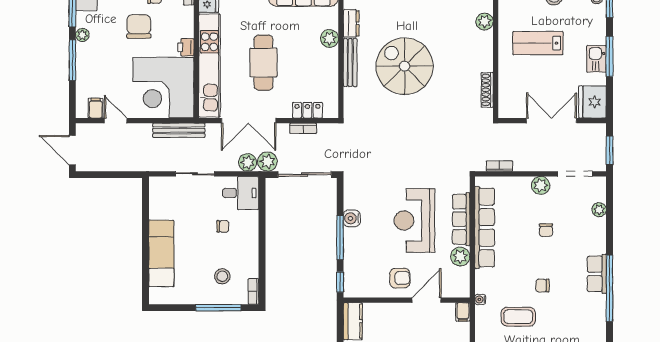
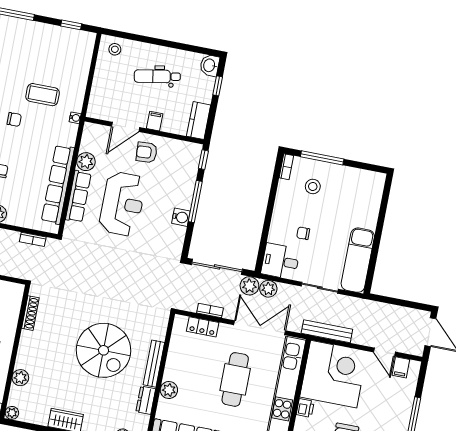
exam couch: (161, 253) -> (358, 260), moved
filing cabinet: (463, 312) -> (155, 121), moved

